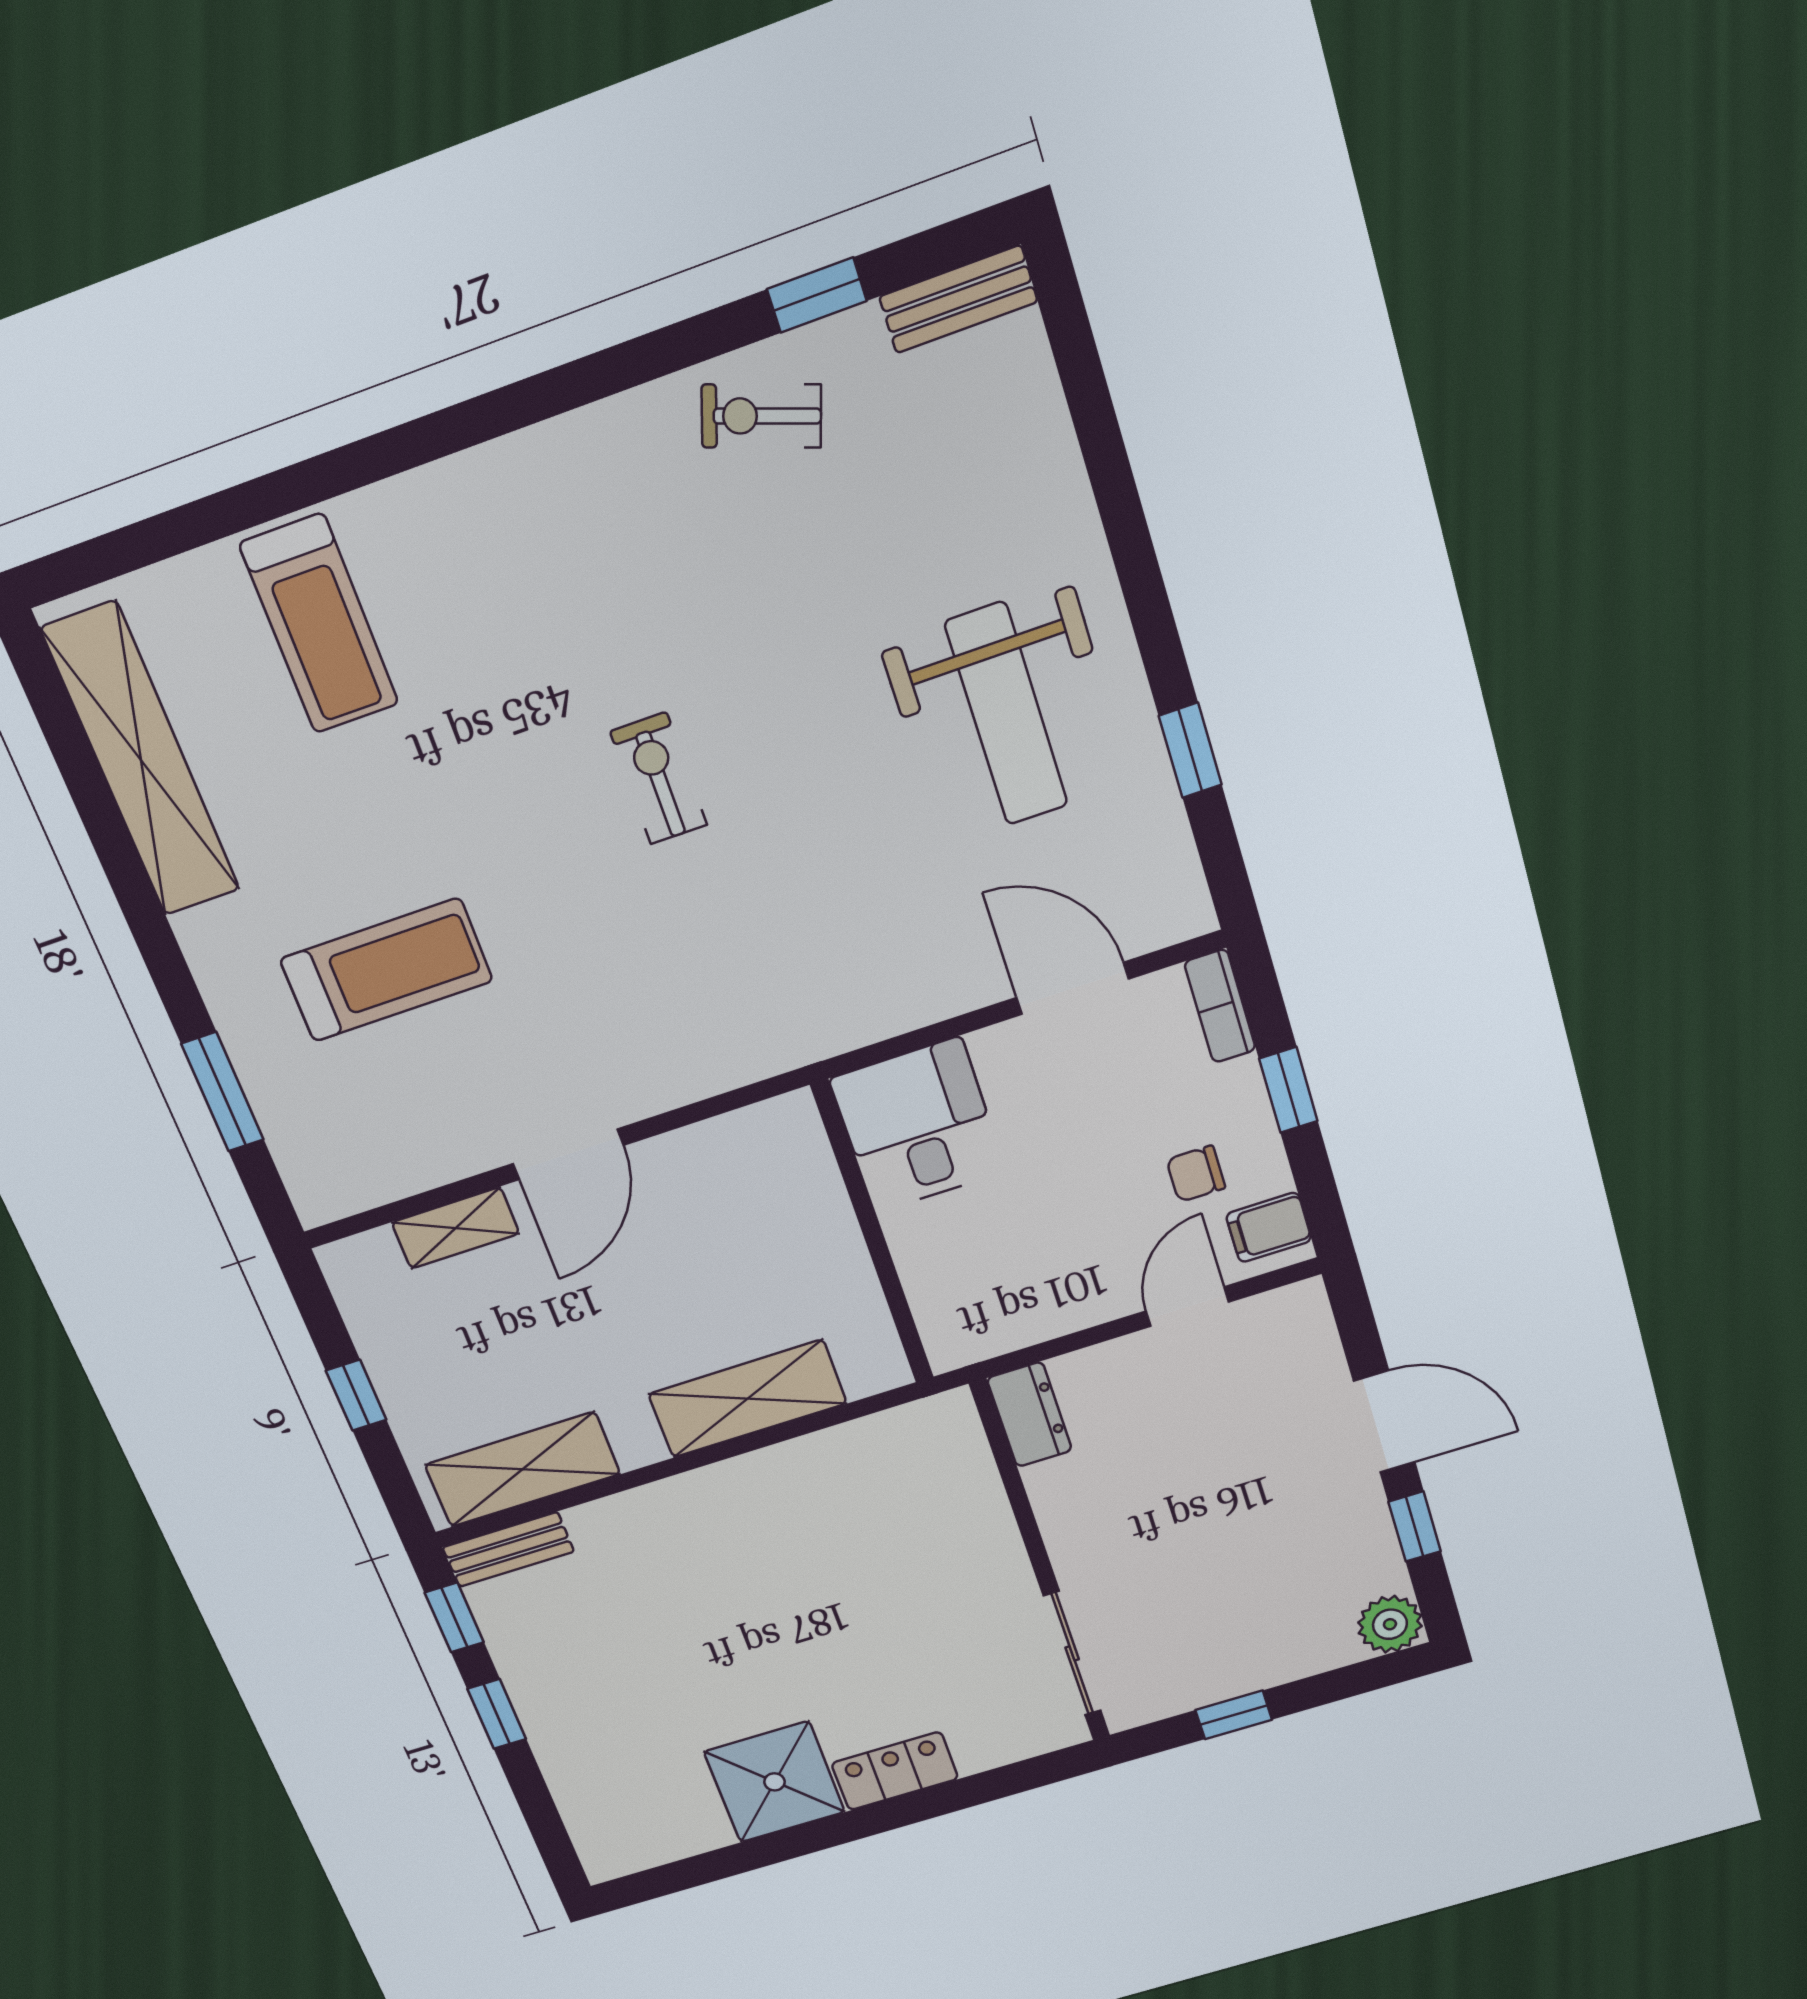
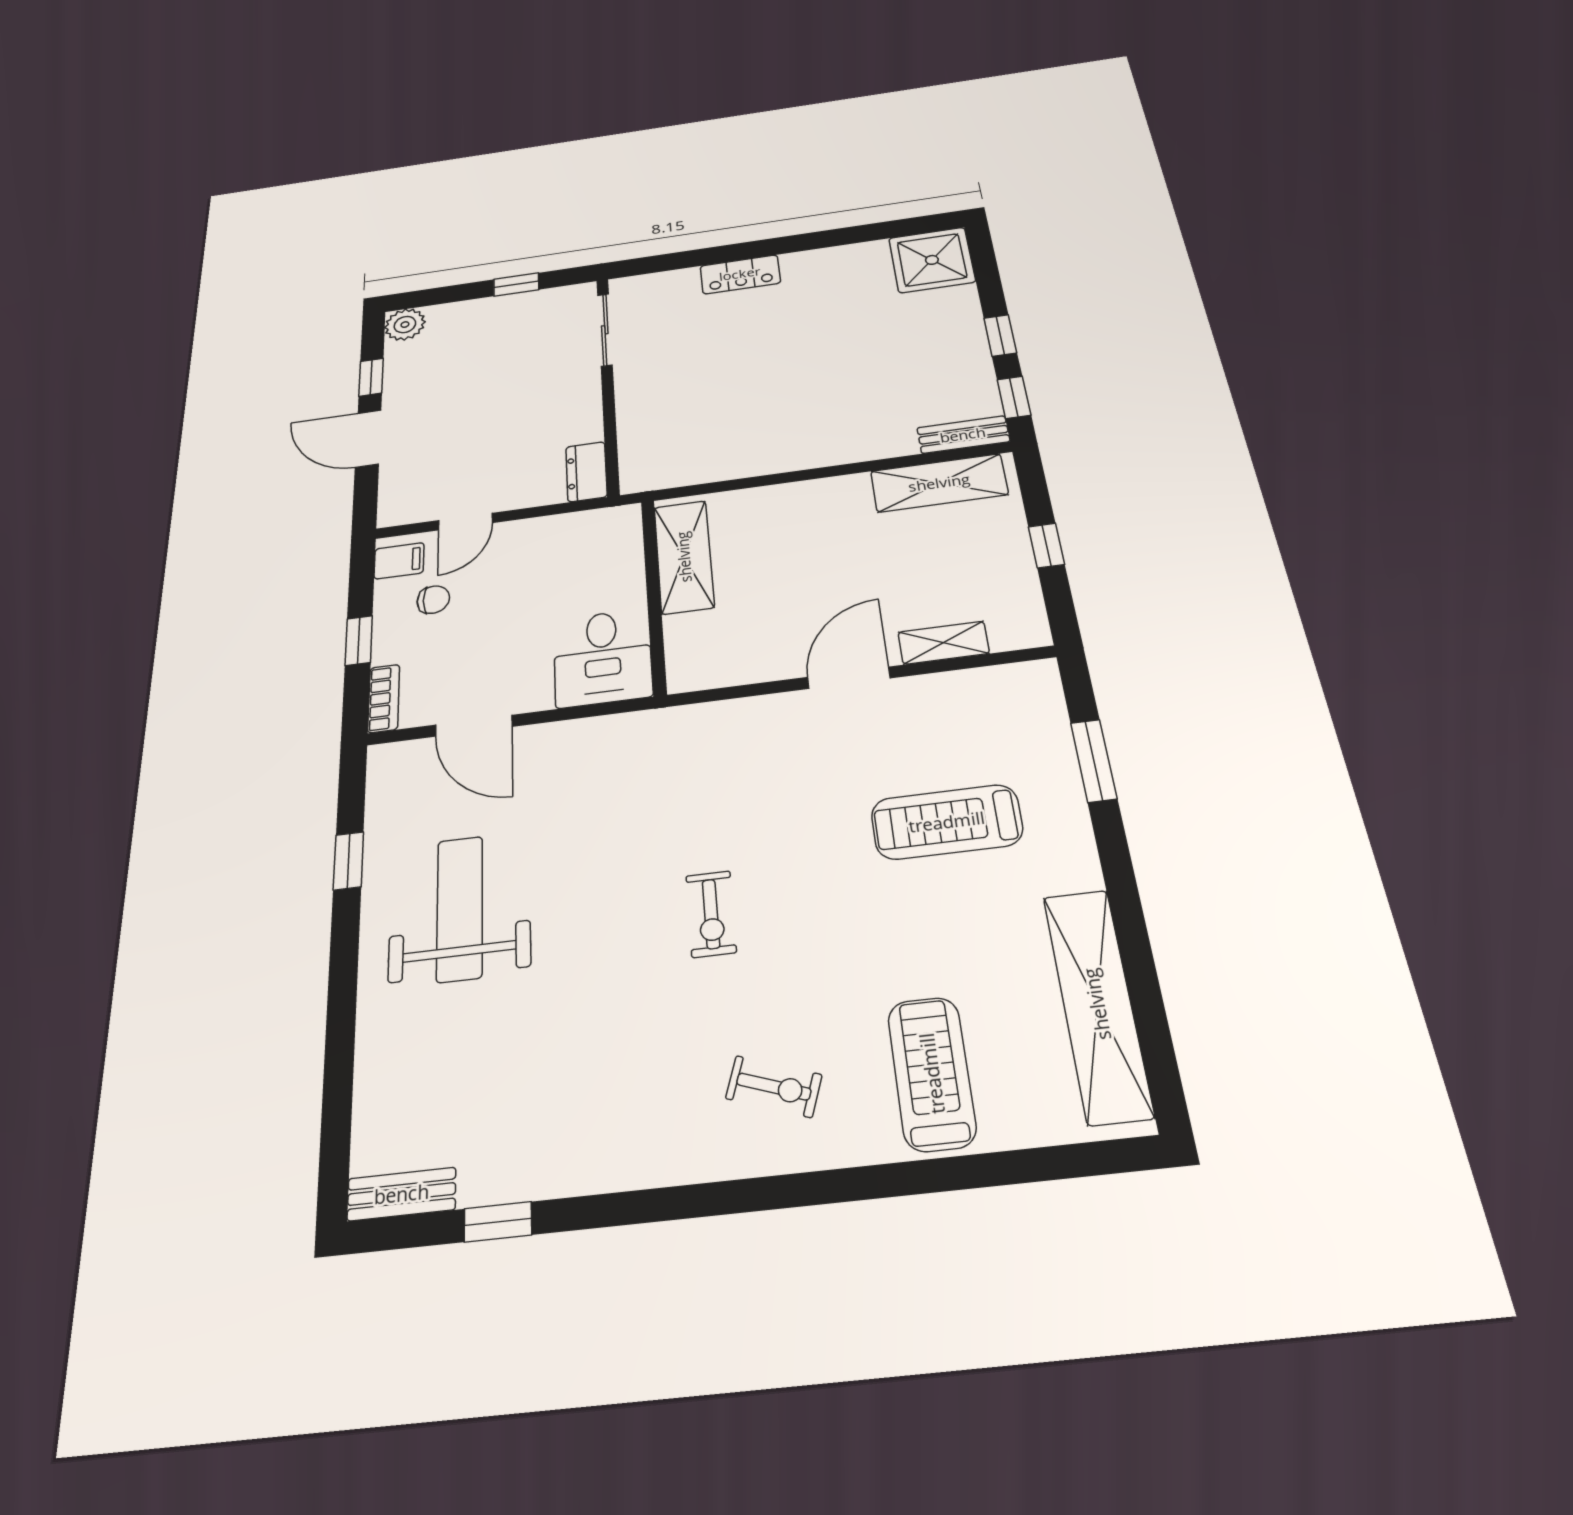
exercise bike: (761, 416) -> (774, 1087), moved
shelving: (748, 1399) -> (684, 557), moved, turned 90
shower: (774, 1782) -> (932, 260), moved

